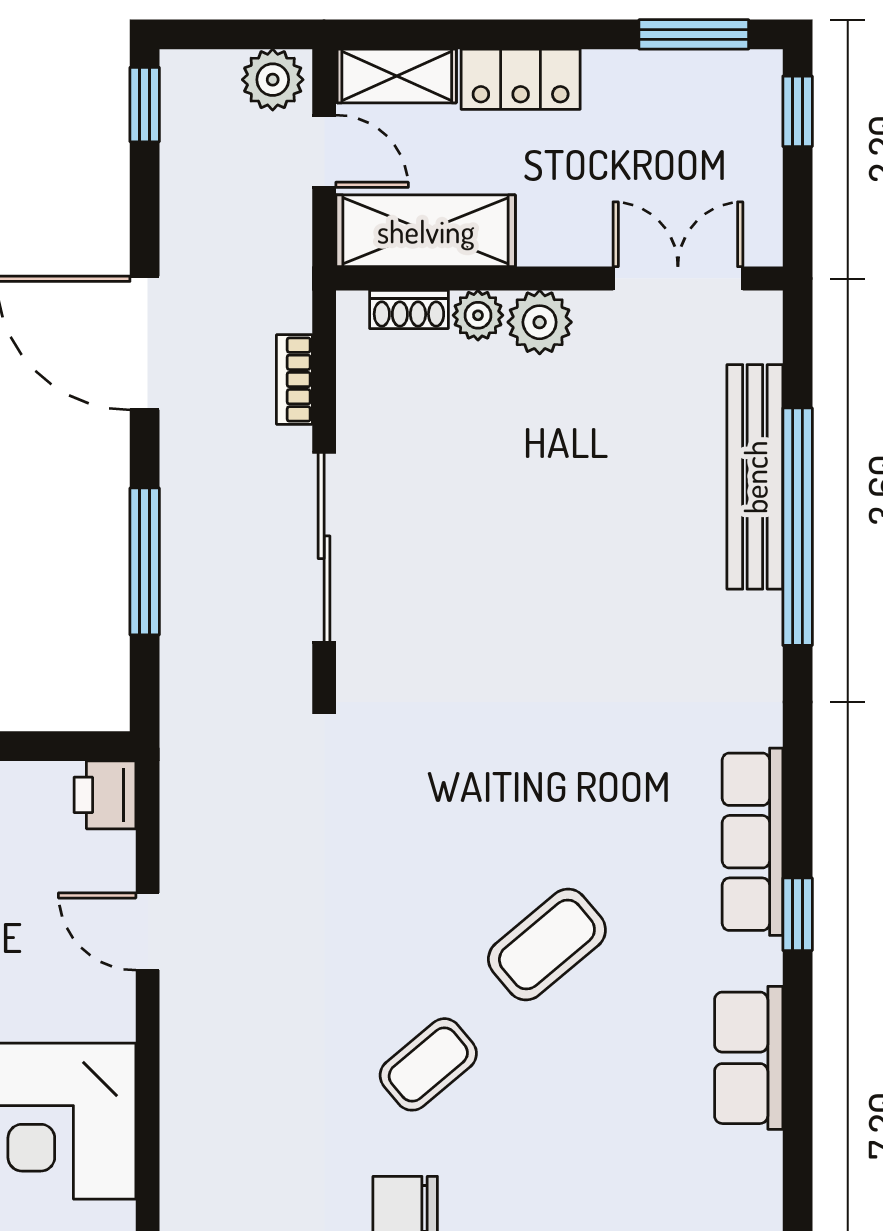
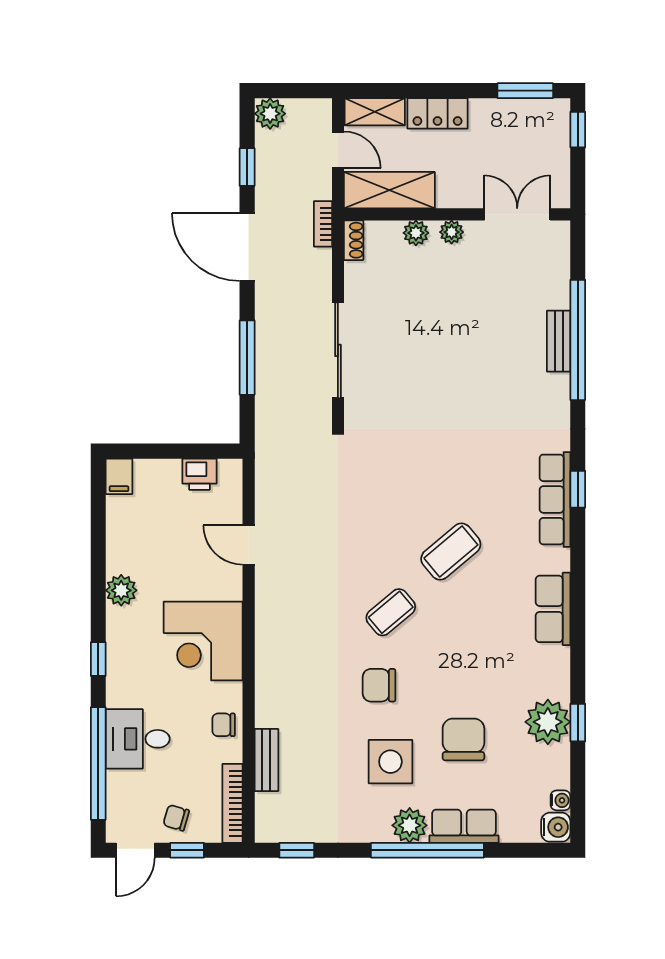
plant: (273, 80) -> (270, 114), moved
window: (145, 105) -> (247, 167), moved
shoe rack: (409, 309) -> (354, 240), moved, turned -90
plant: (540, 322) -> (452, 232), width x0.73, depth x0.73
bookcase: (294, 380) -> (323, 224), moved
bench: (755, 477) -> (559, 341), width x0.54, depth x0.82
printer: (105, 795) -> (199, 474), moved, turned -90
window: (798, 914) -> (578, 489), moved

